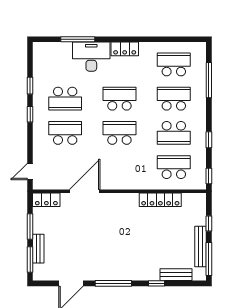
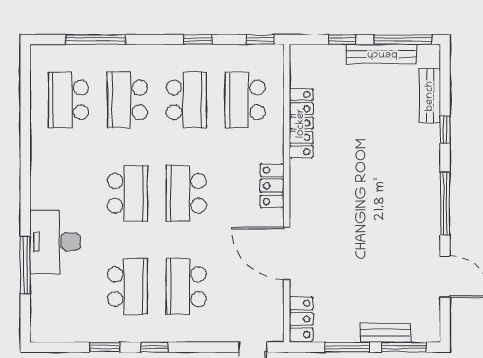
locker: (125, 49) -> (272, 186), moved, turned 180
school desk: (119, 99) -> (127, 193), turned 180

